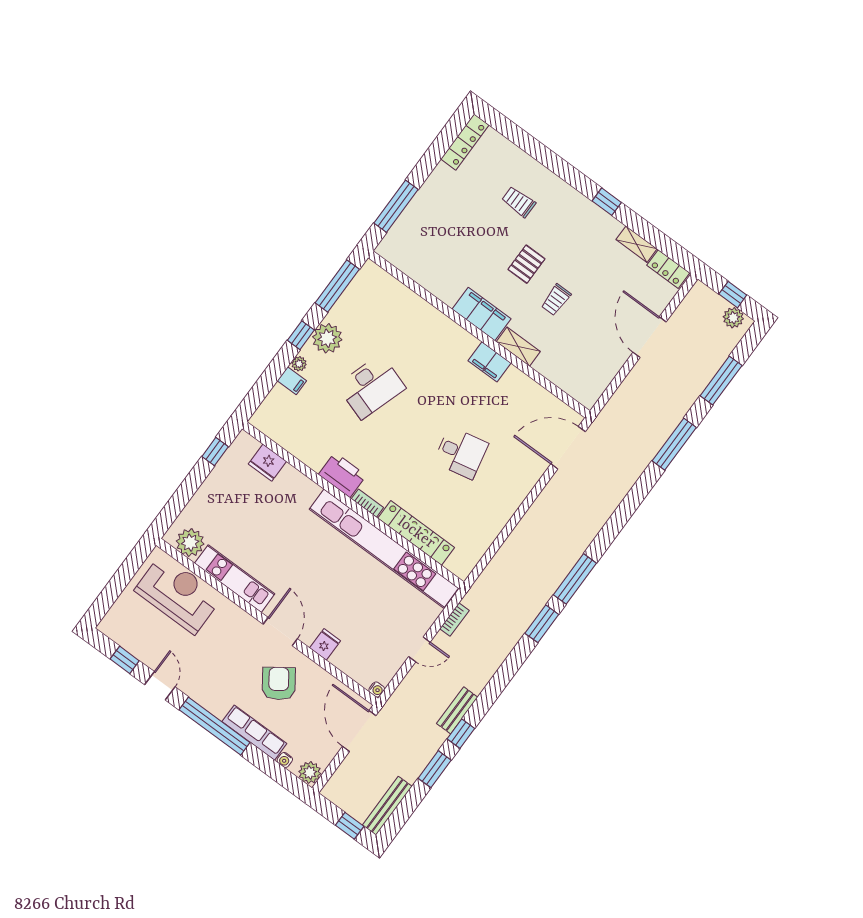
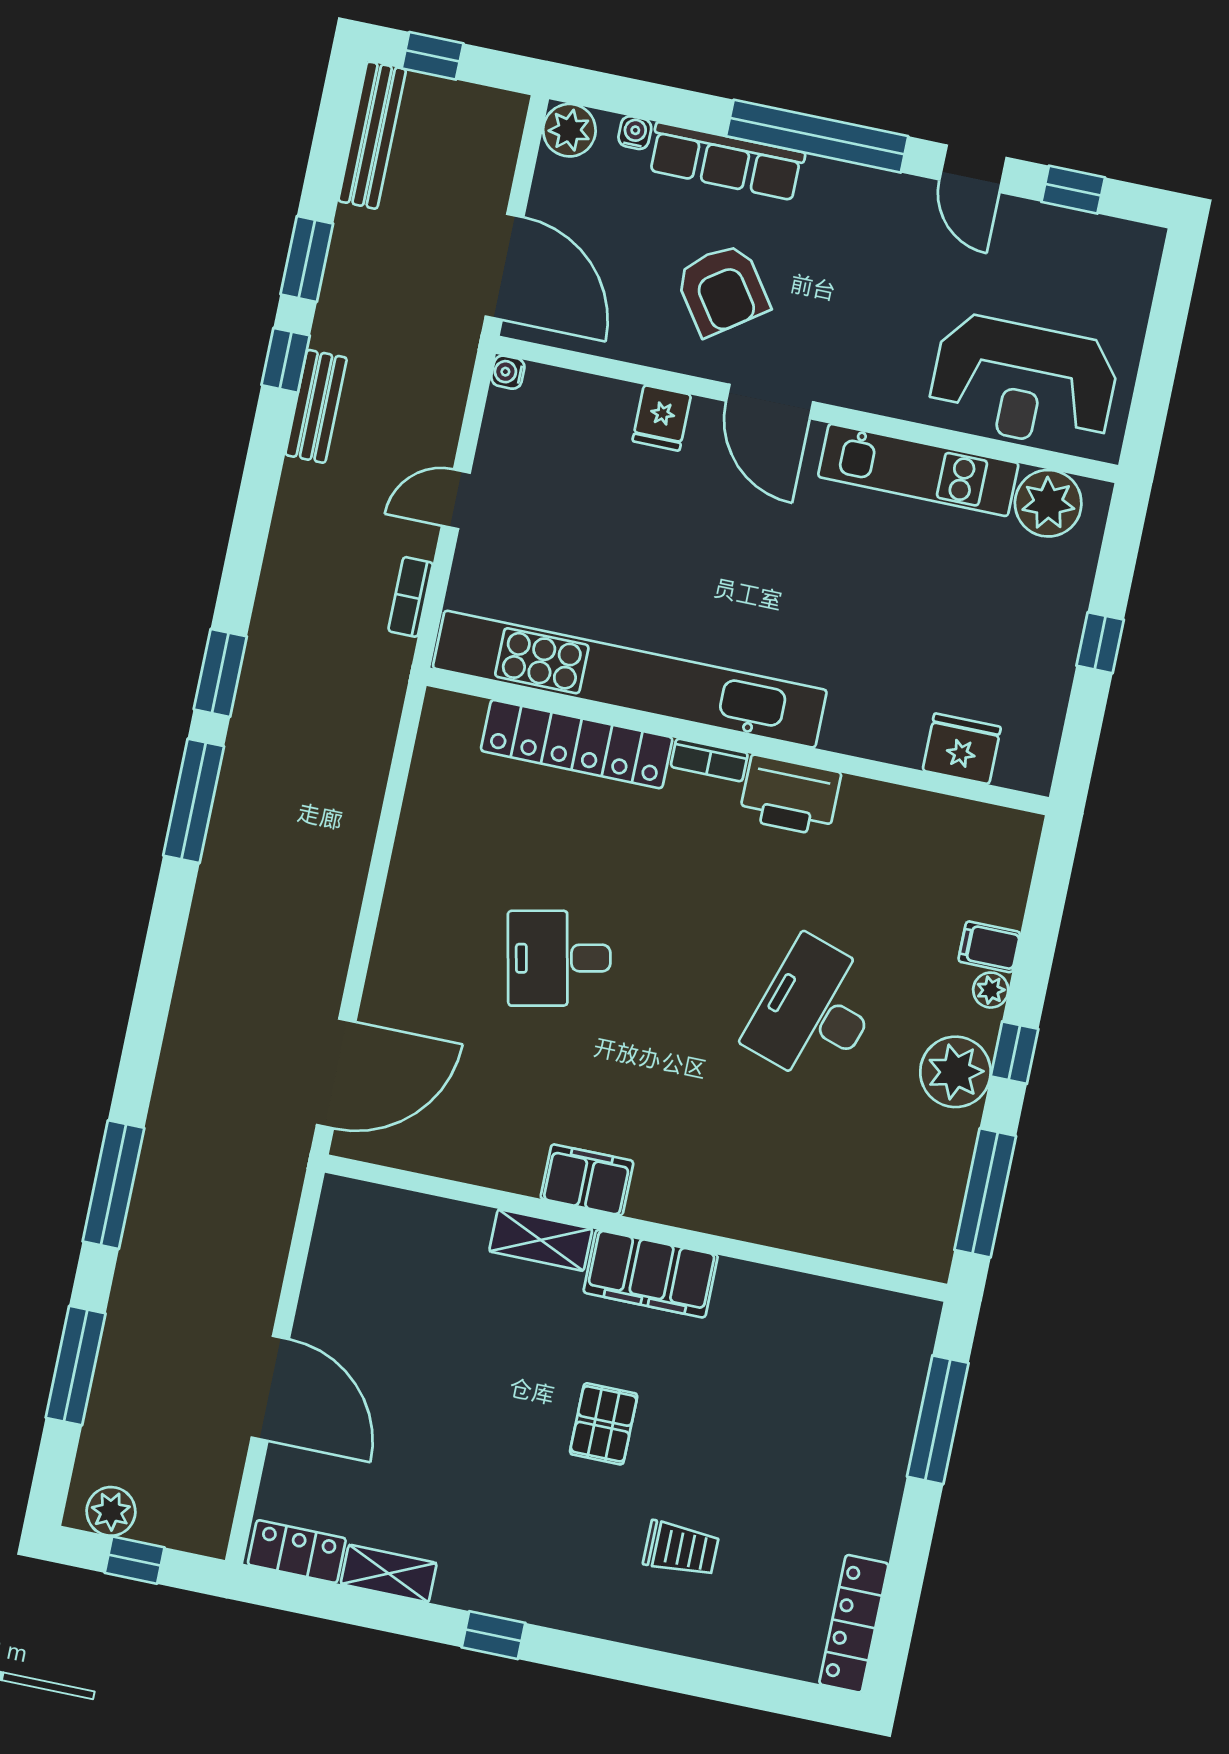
trolley: (556, 300) -> (506, 1377), removed
window: (215, 452) -> (1100, 643), moved

